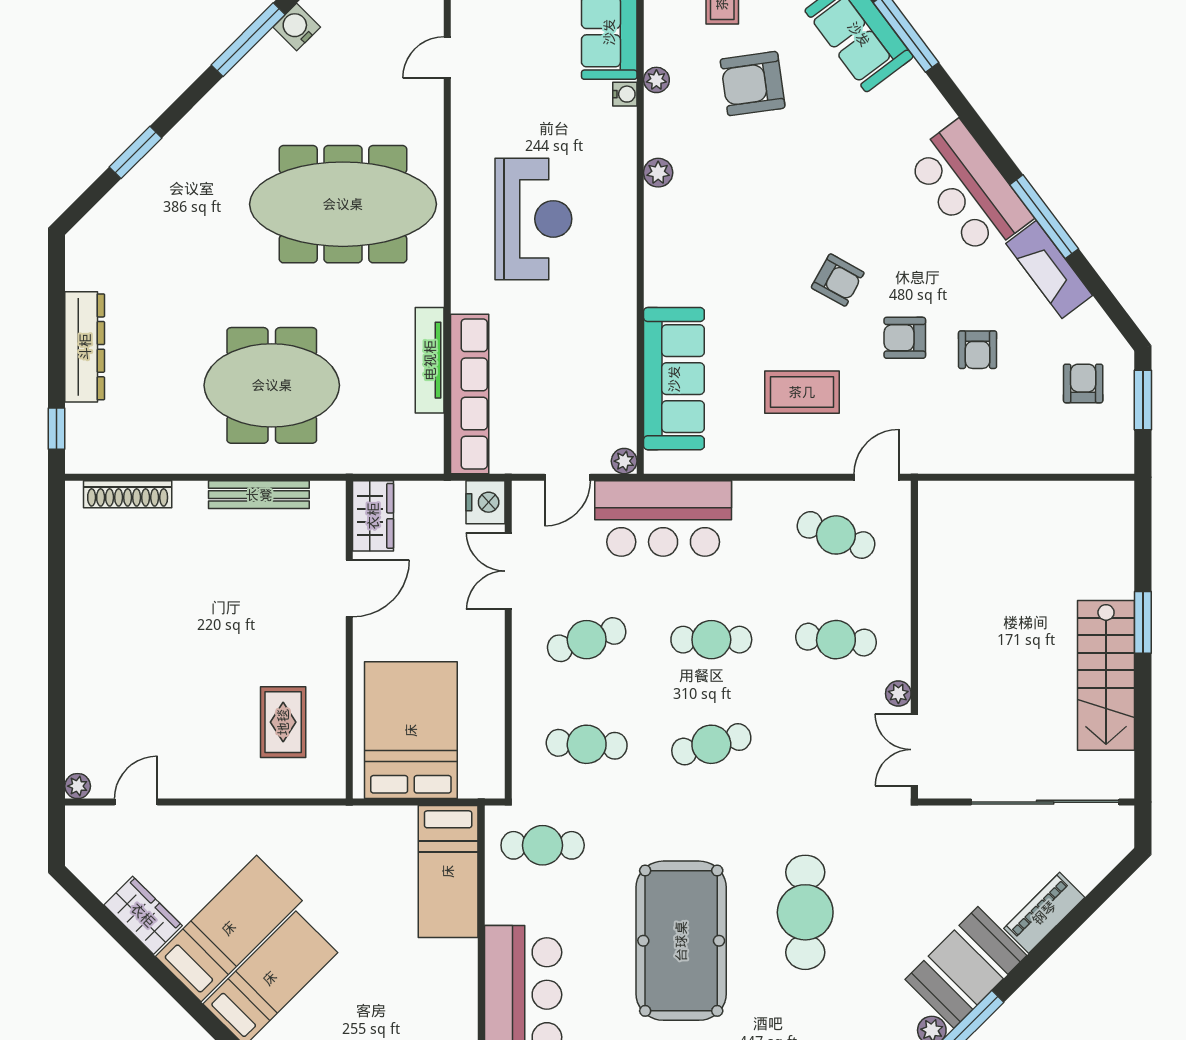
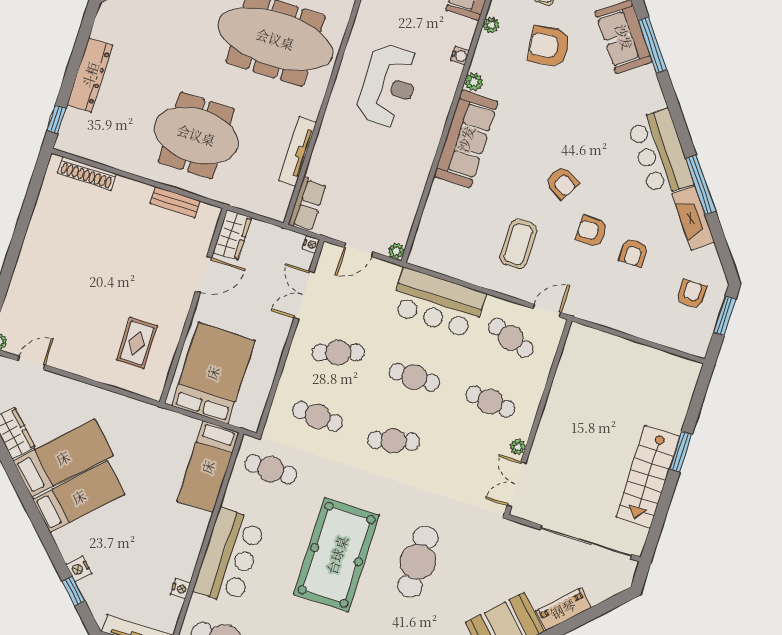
water cooler: (625, 94) -> (460, 56), moved
sofa: (674, 379) -> (466, 139), moved
coffee table: (802, 392) -> (518, 244), turned 90
row of seats: (470, 394) -> (307, 204), width x0.50
bench: (259, 495) -> (175, 202), width x0.73
nightstand: (485, 502) -> (311, 244), width x0.53, depth x0.56
bar counter: (663, 518) -> (438, 303), moved

